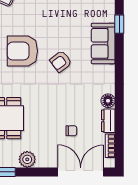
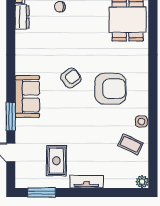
window: (119, 24) -> (11, 116), width x1.50
floor lamp: (108, 101) -> (22, 38), removed

